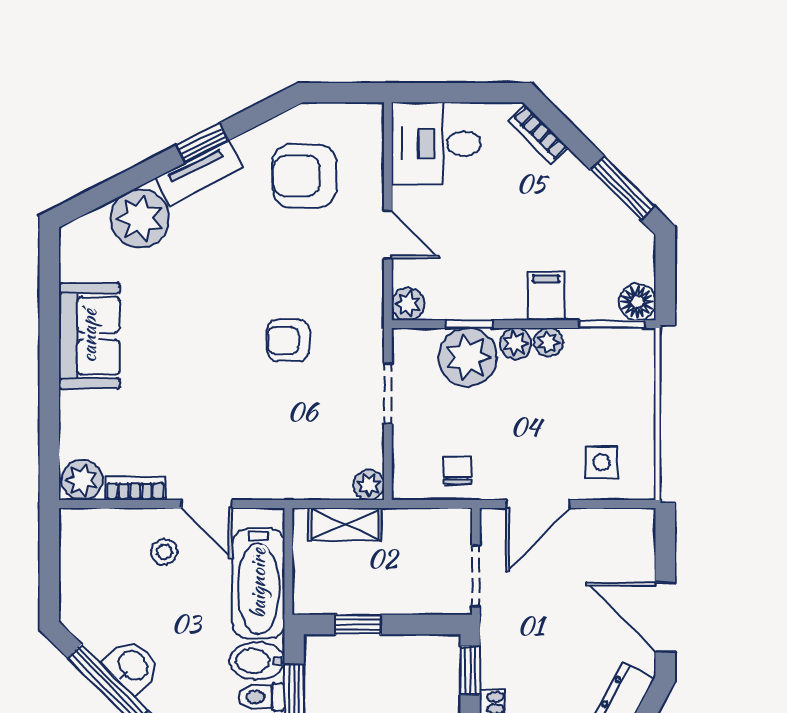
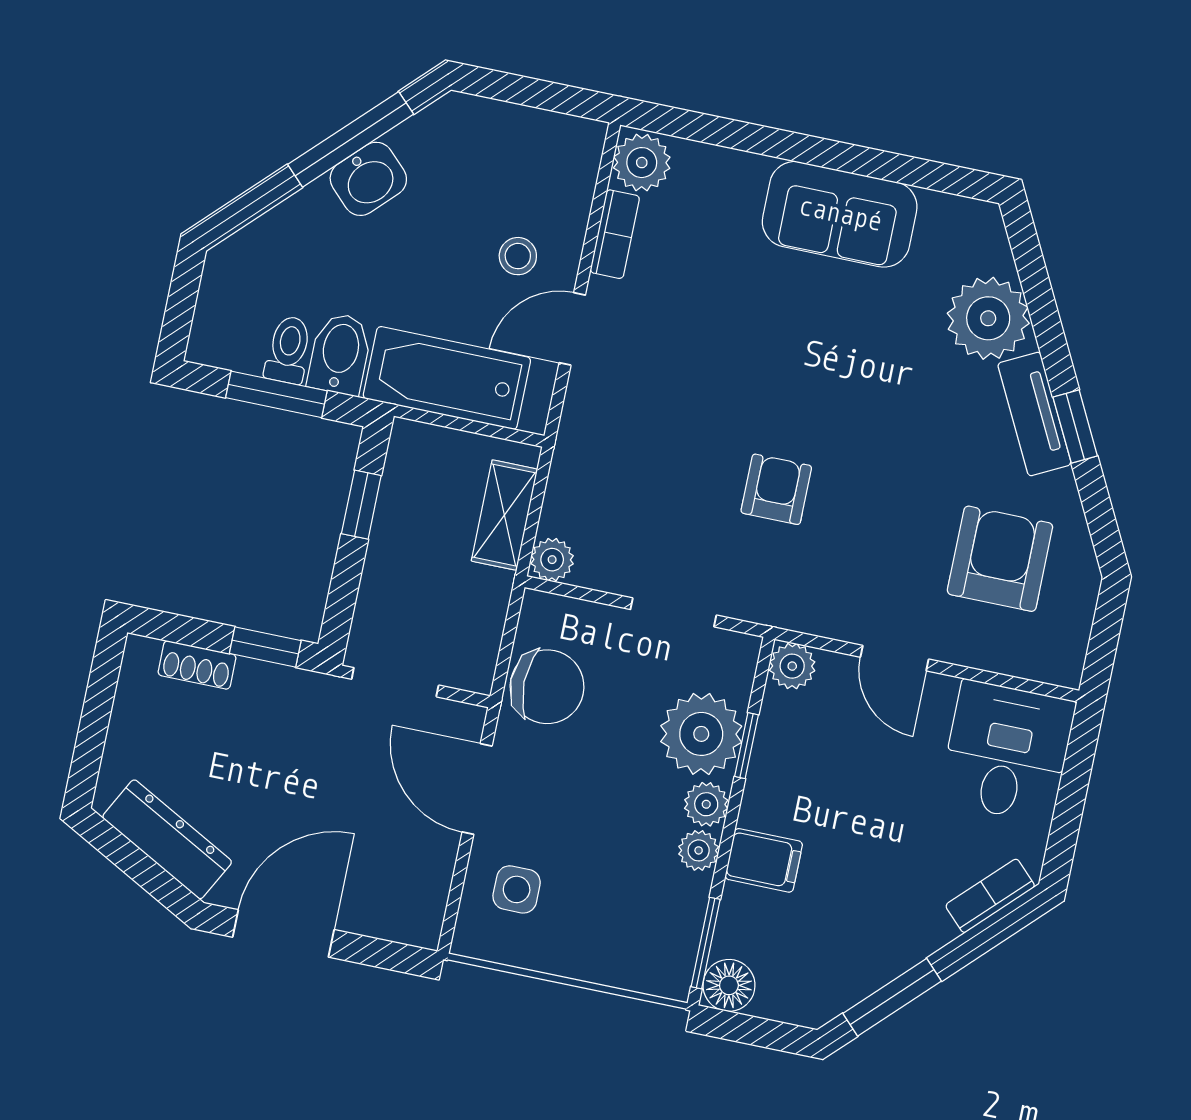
door: (388, 235) -> (895, 658), hinge flipped
chair: (457, 470) -> (547, 687), width x1.87, depth x1.87

